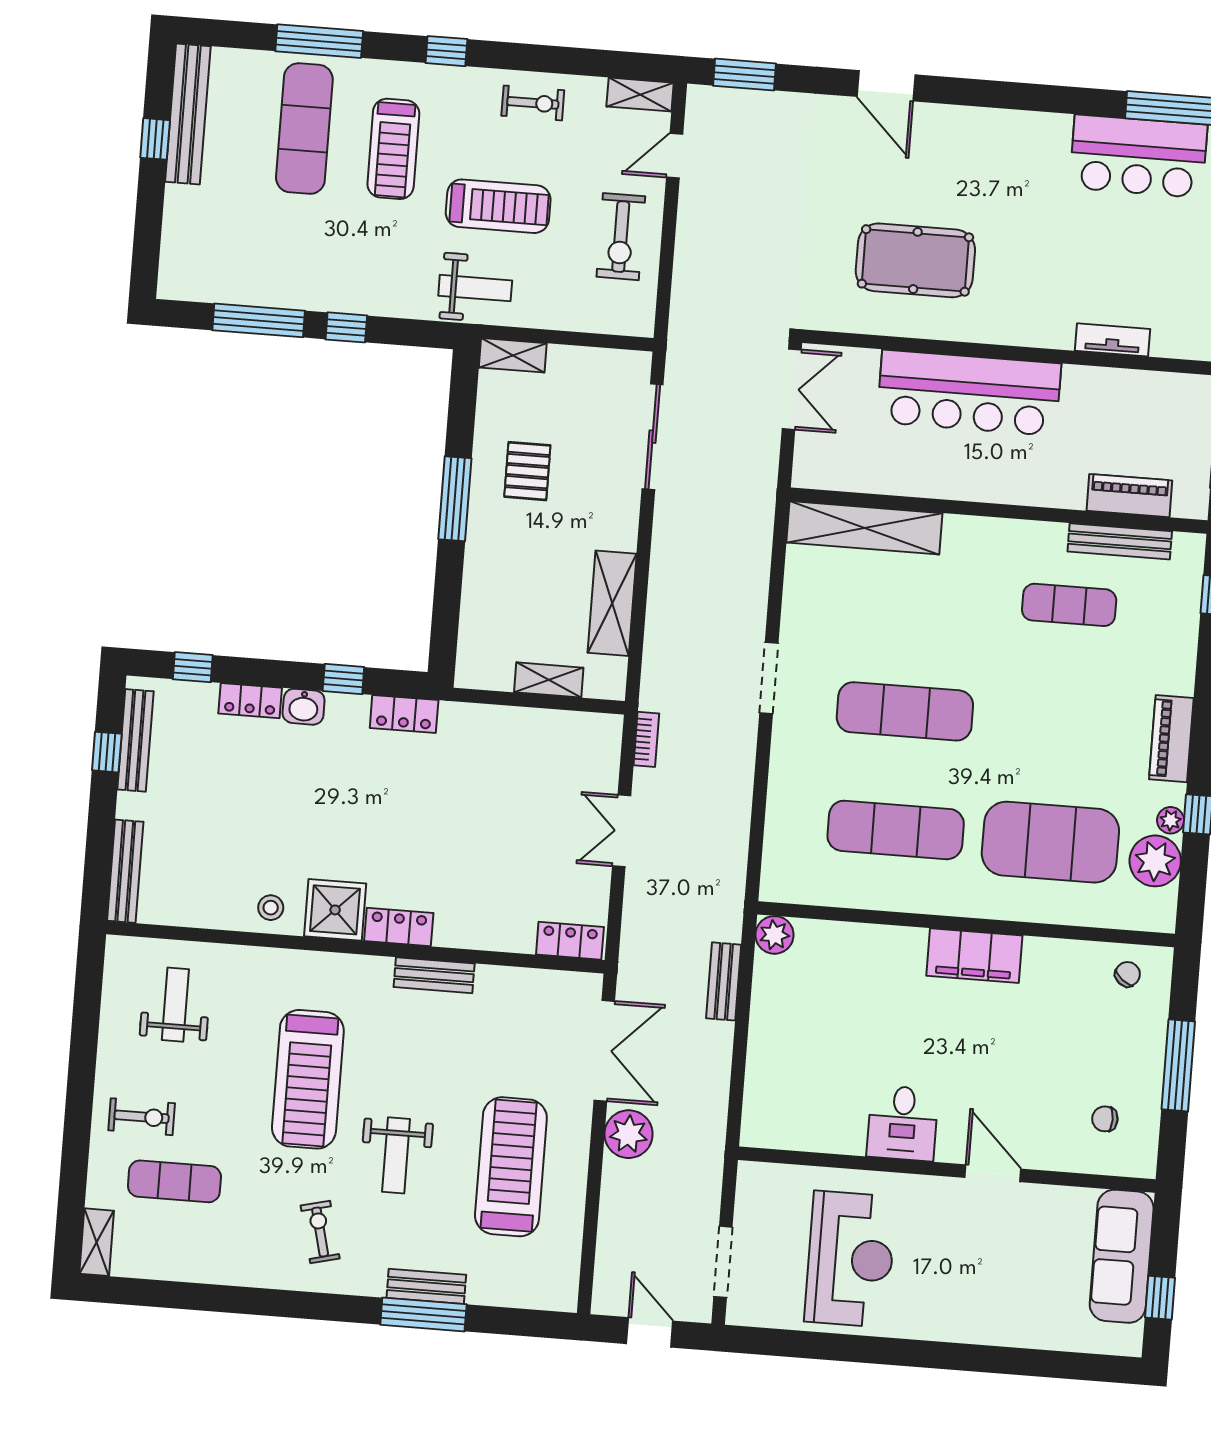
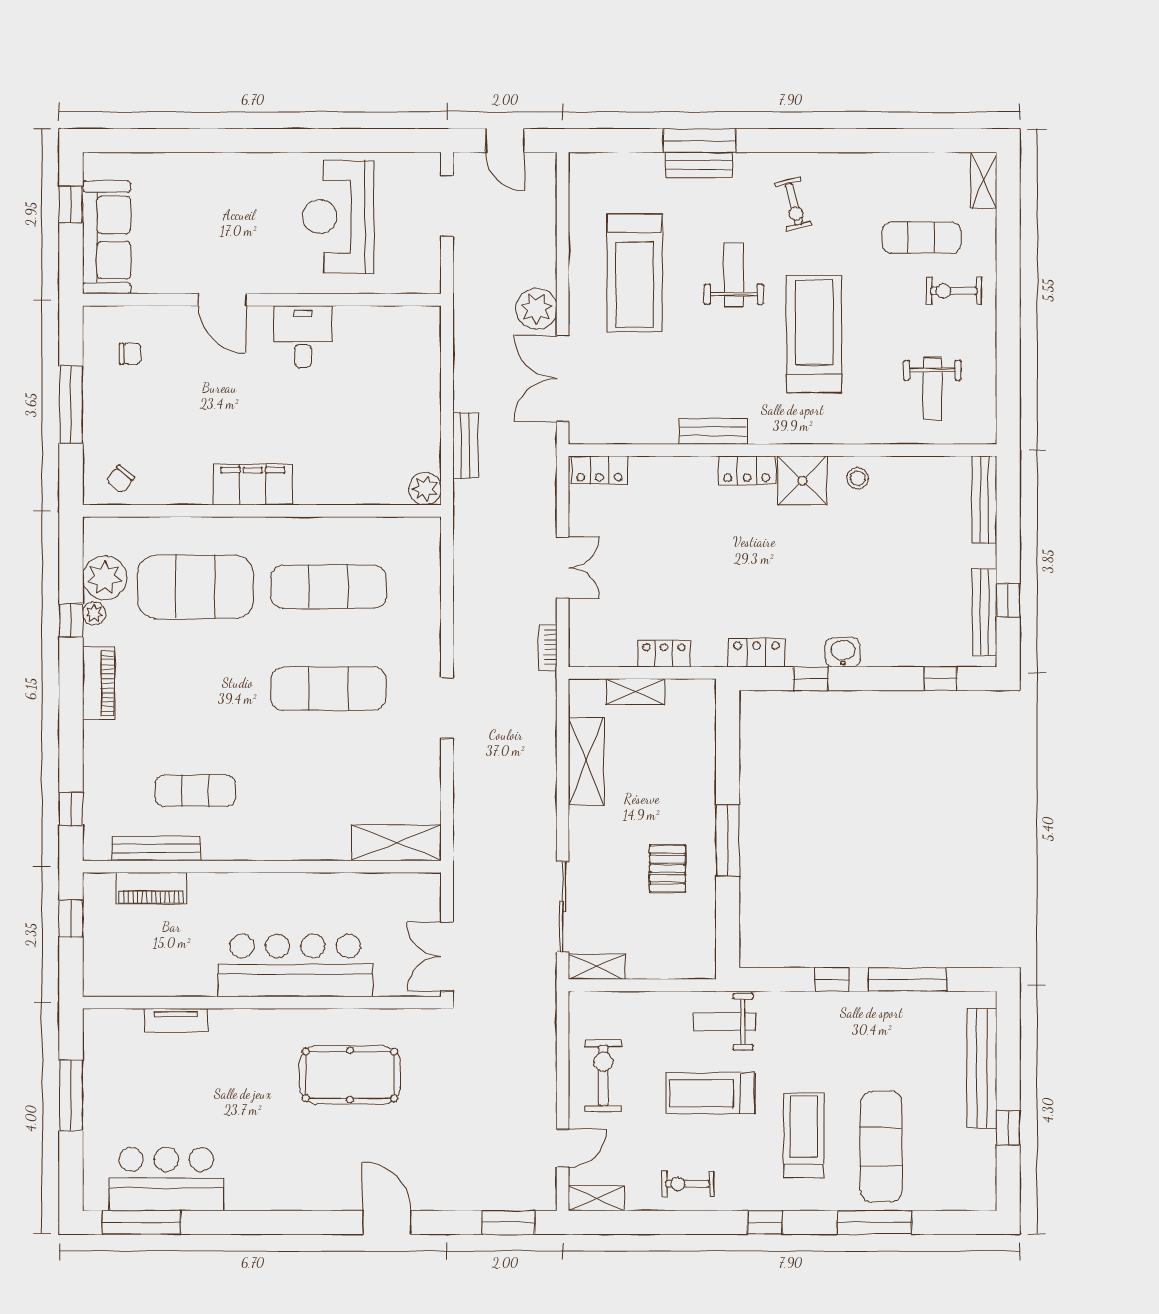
bench: (188, 114) -> (982, 1068), moved
shelving: (513, 355) -> (597, 967), moved
shelving: (864, 528) -> (396, 843), width x0.68
locker: (250, 701) -> (664, 654), moved

